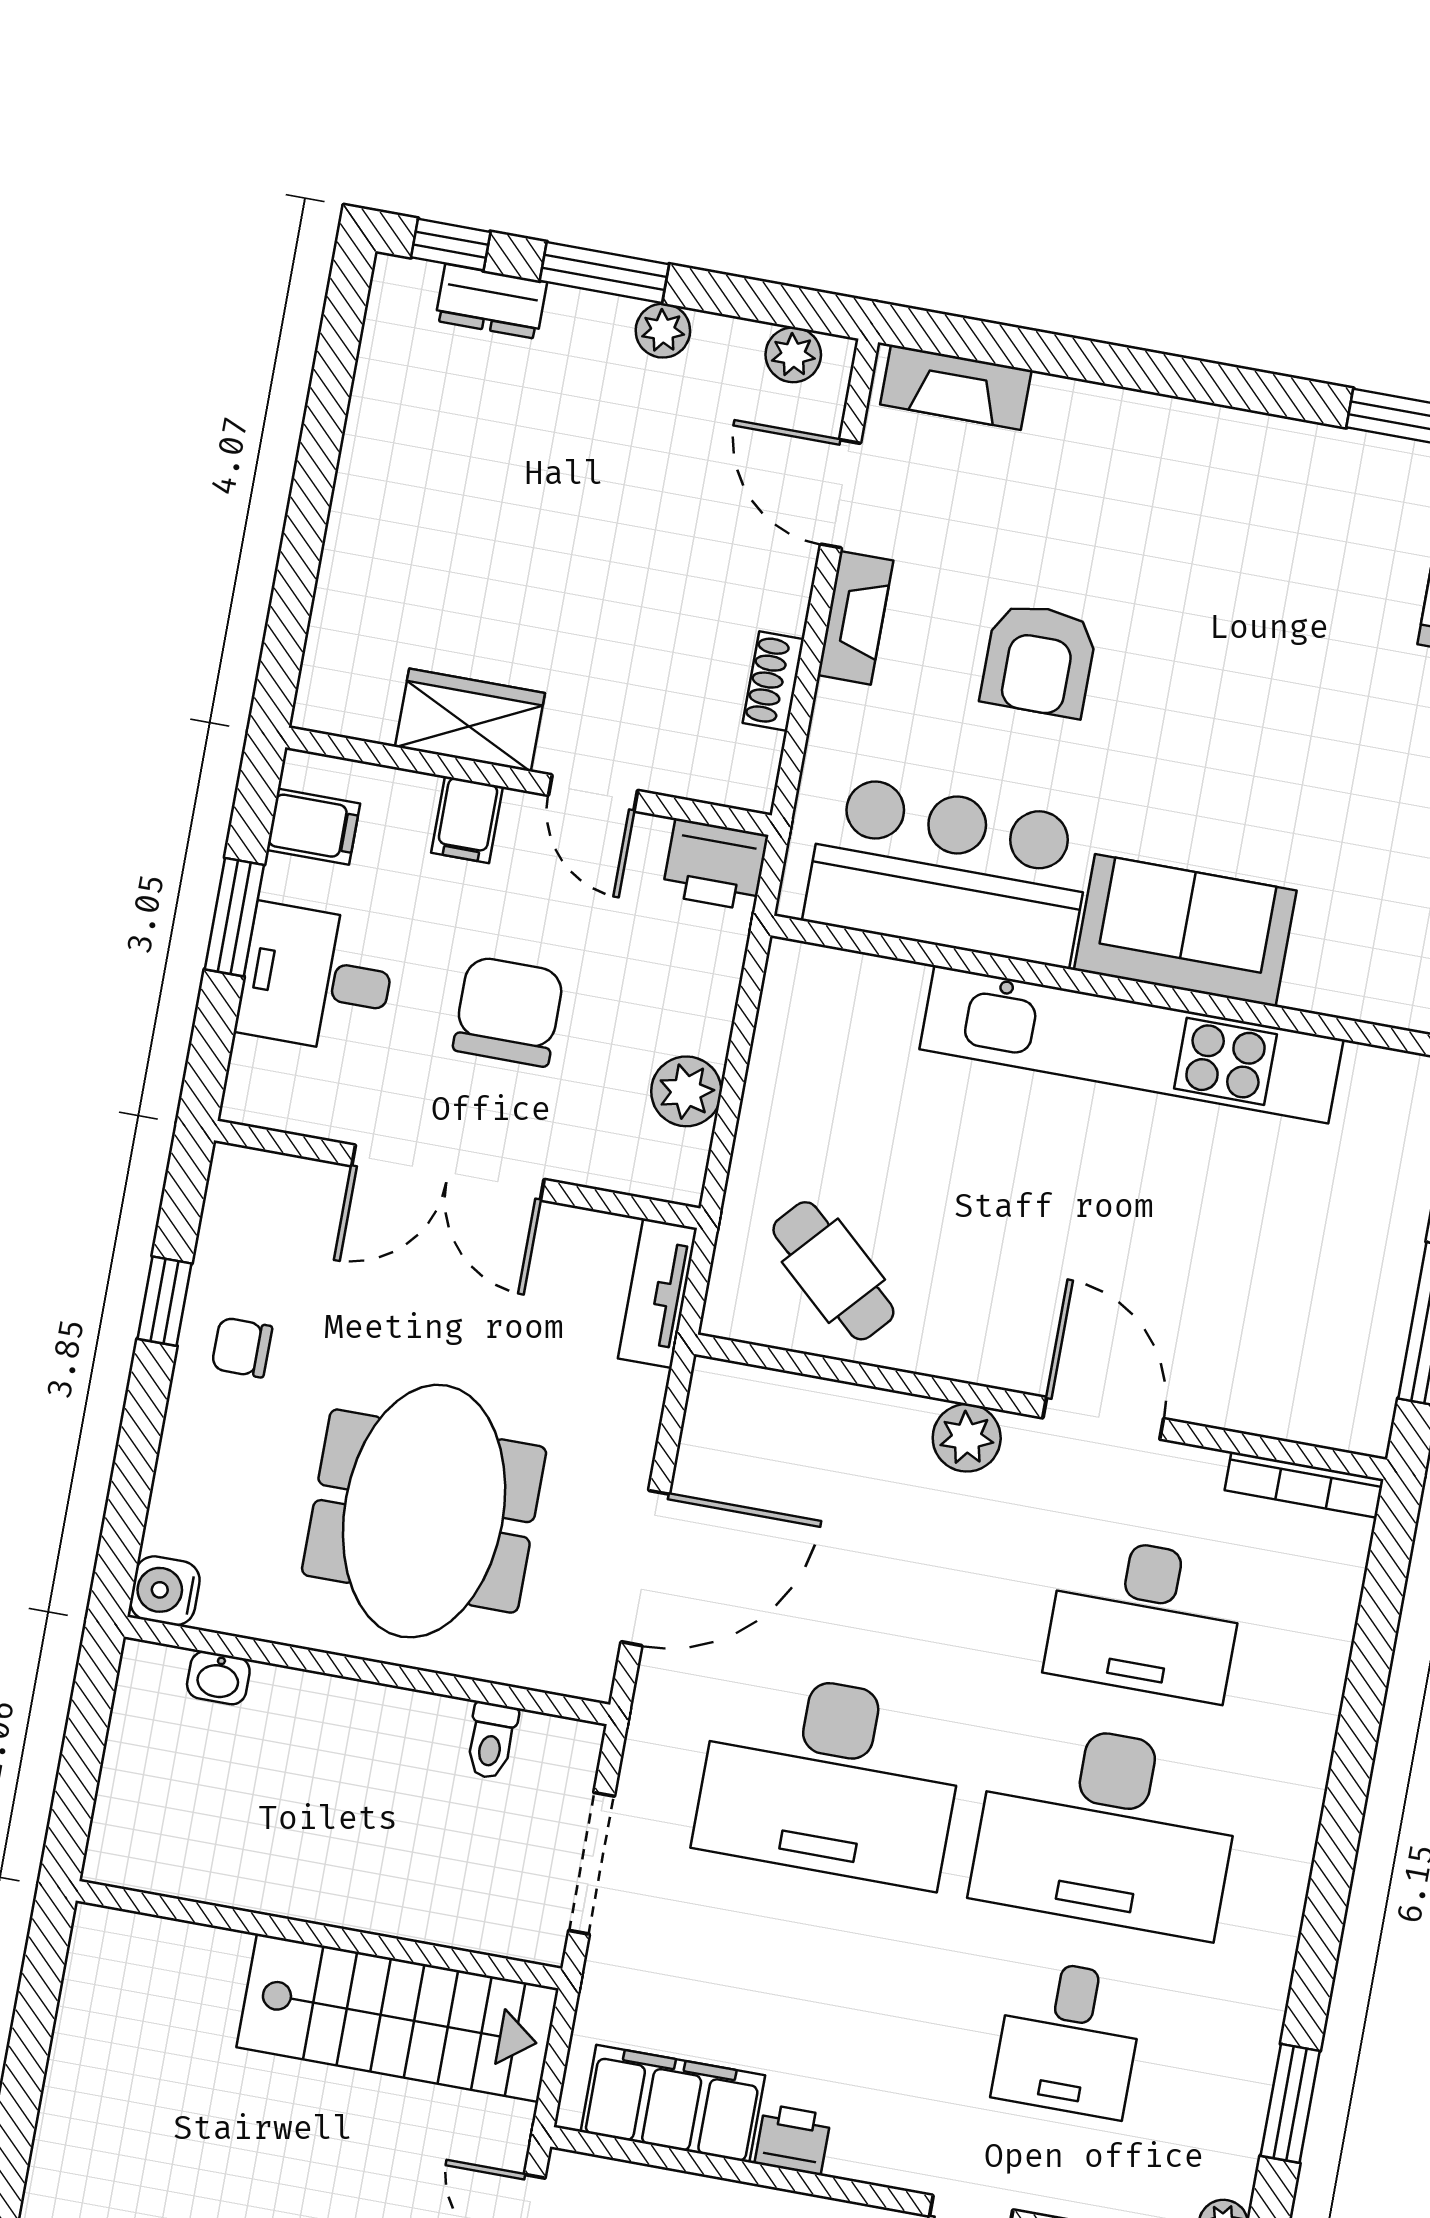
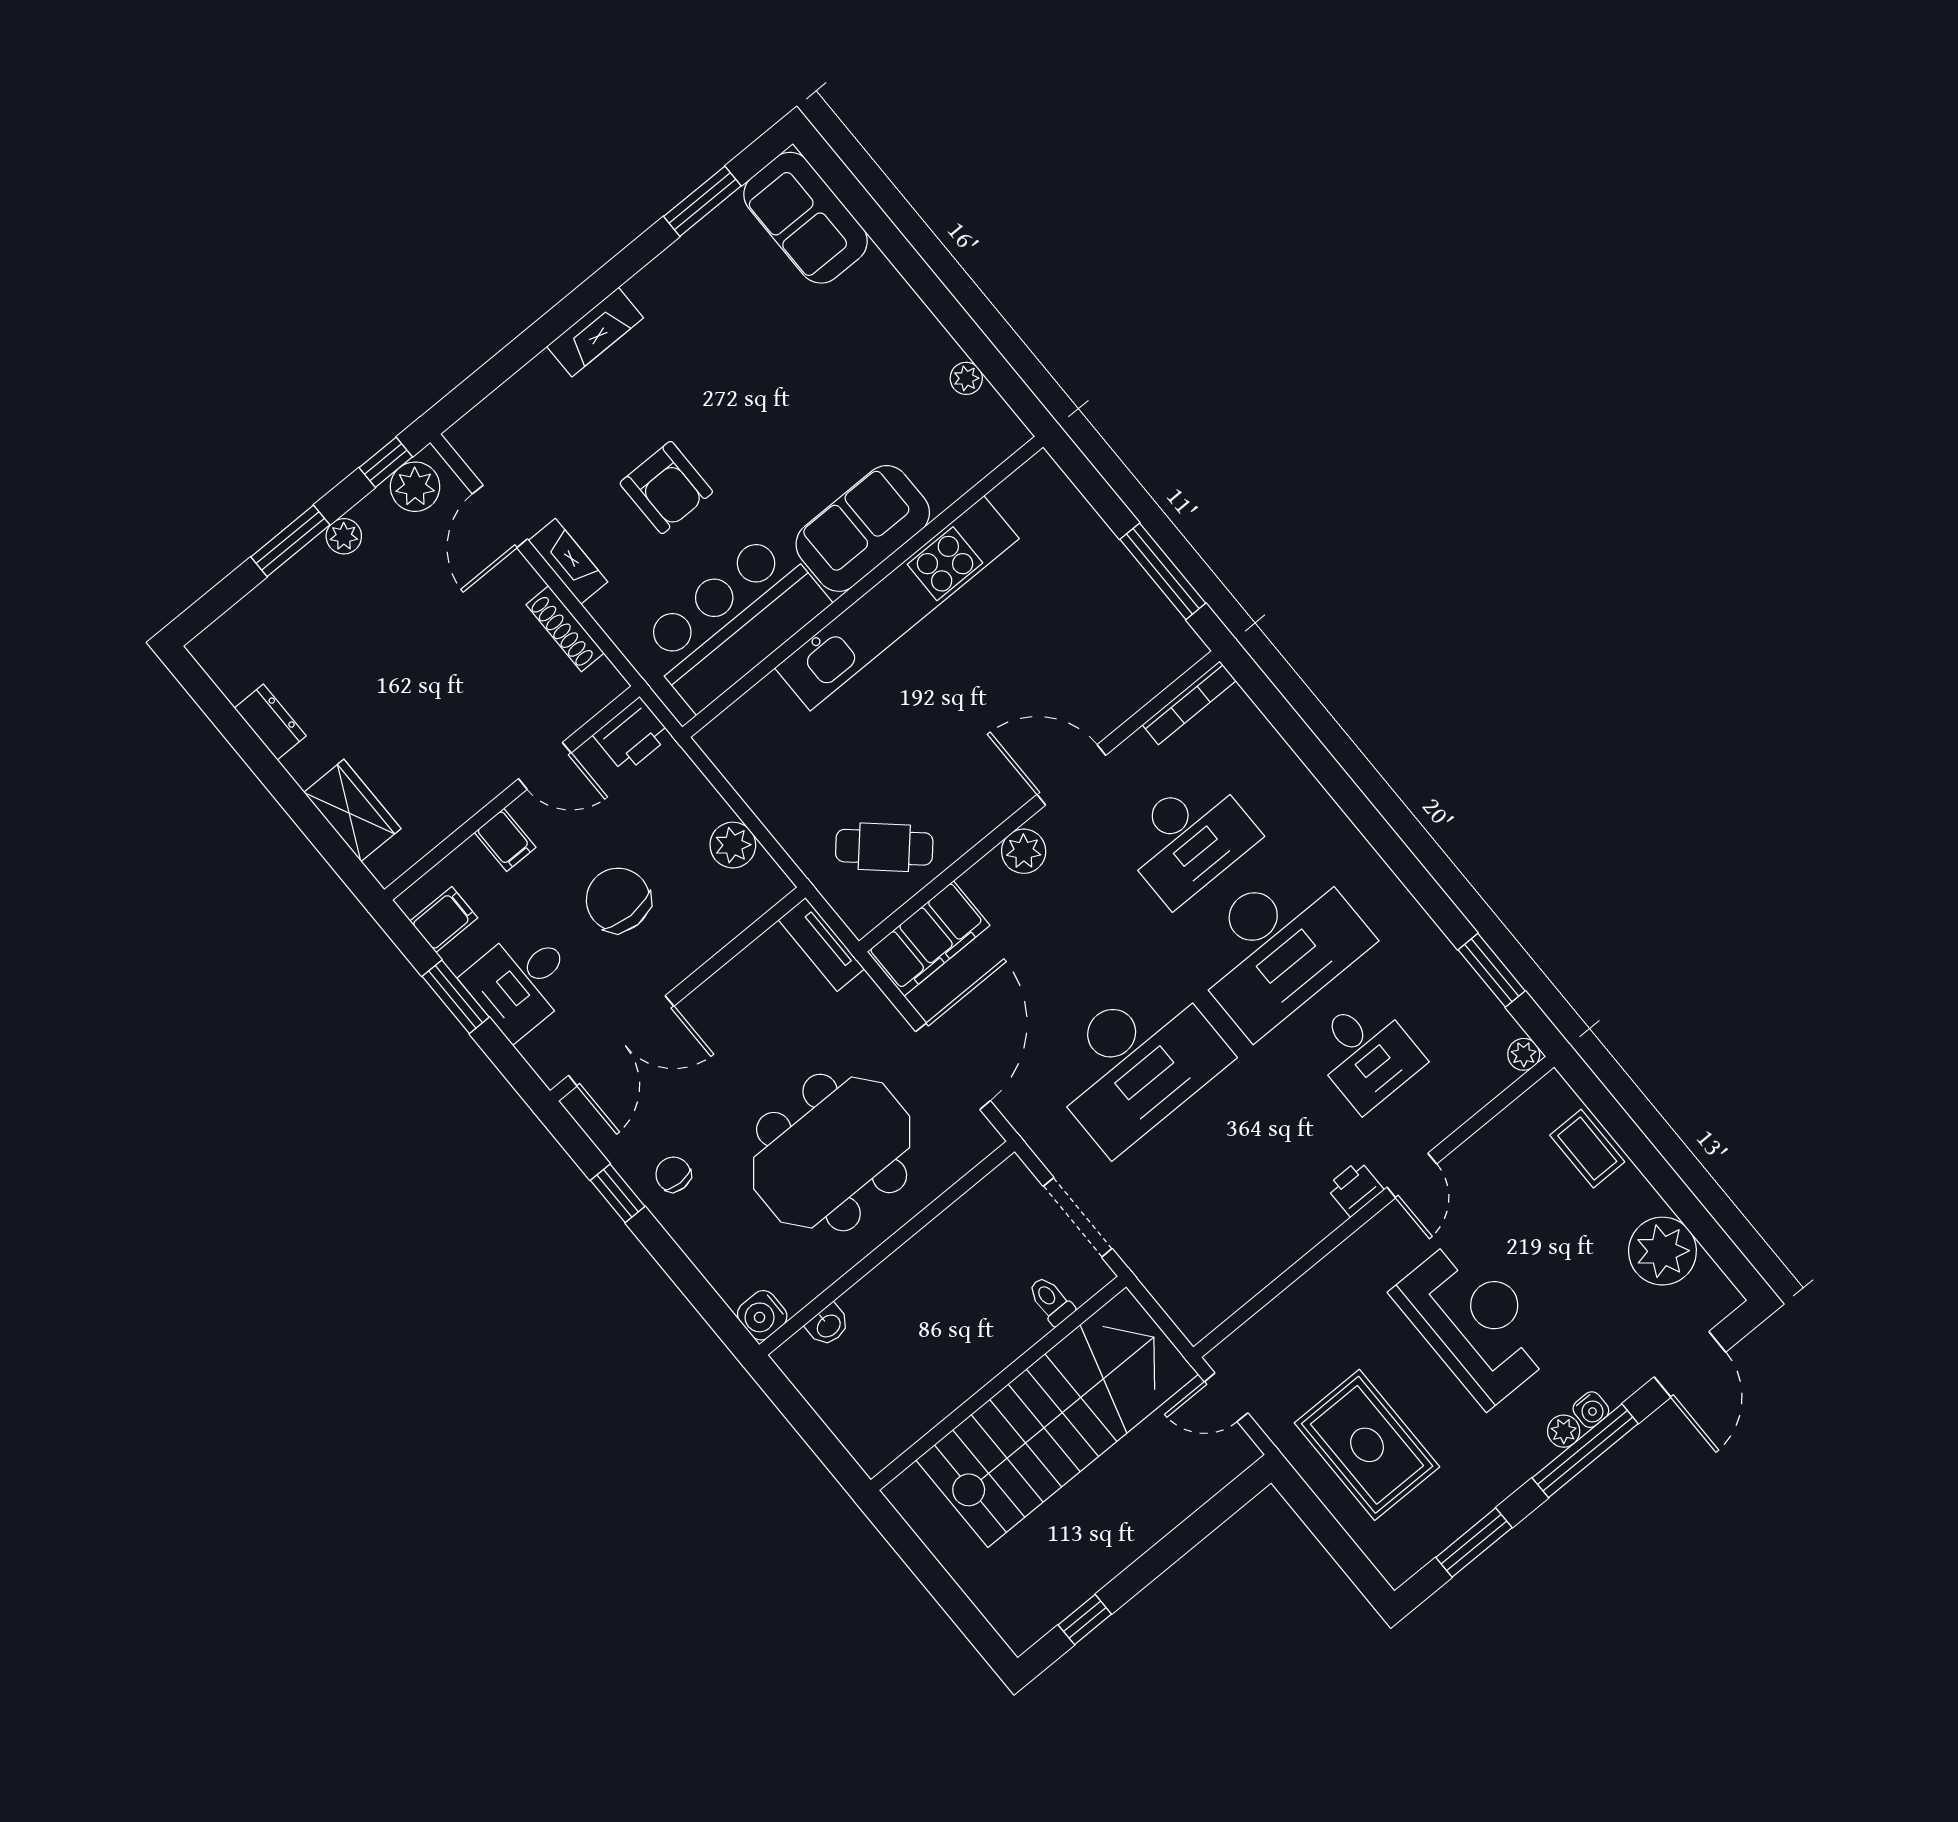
window: (451, 245) -> (386, 462), moved
dresser: (491, 301) -> (270, 722), moved, turned -90
plant: (793, 355) -> (415, 487), width x1.38, depth x1.38
fireplace: (956, 387) -> (595, 332), moved
door: (840, 494) -> (500, 516), hinge flipped
shoe rack: (773, 681) -> (565, 629), width x1.43
wardrobe: (470, 720) -> (352, 810), moved, turned 90
double door: (448, 1173) -> (621, 1041), moved
chair: (242, 1347) -> (673, 1174), turned 90
meeting table: (424, 1511) -> (832, 1153), turned 90
toilet: (491, 1741) -> (1051, 1301), moved, turned 180
stairs: (398, 2018) -> (1057, 1417), width x1.36, depth x1.51
filing cabinet: (673, 2104) -> (929, 938), moved, turned 180
printer: (793, 2140) -> (1355, 1188), moved

